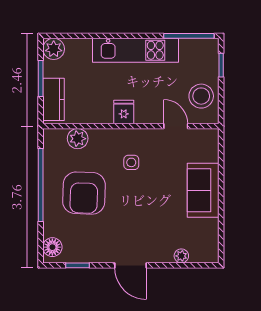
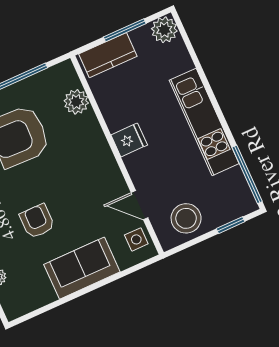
door: (176, 126) -> (140, 205), swing flipped
side table: (131, 162) -> (136, 239), moved
armchair: (153, 208) -> (37, 221), added

